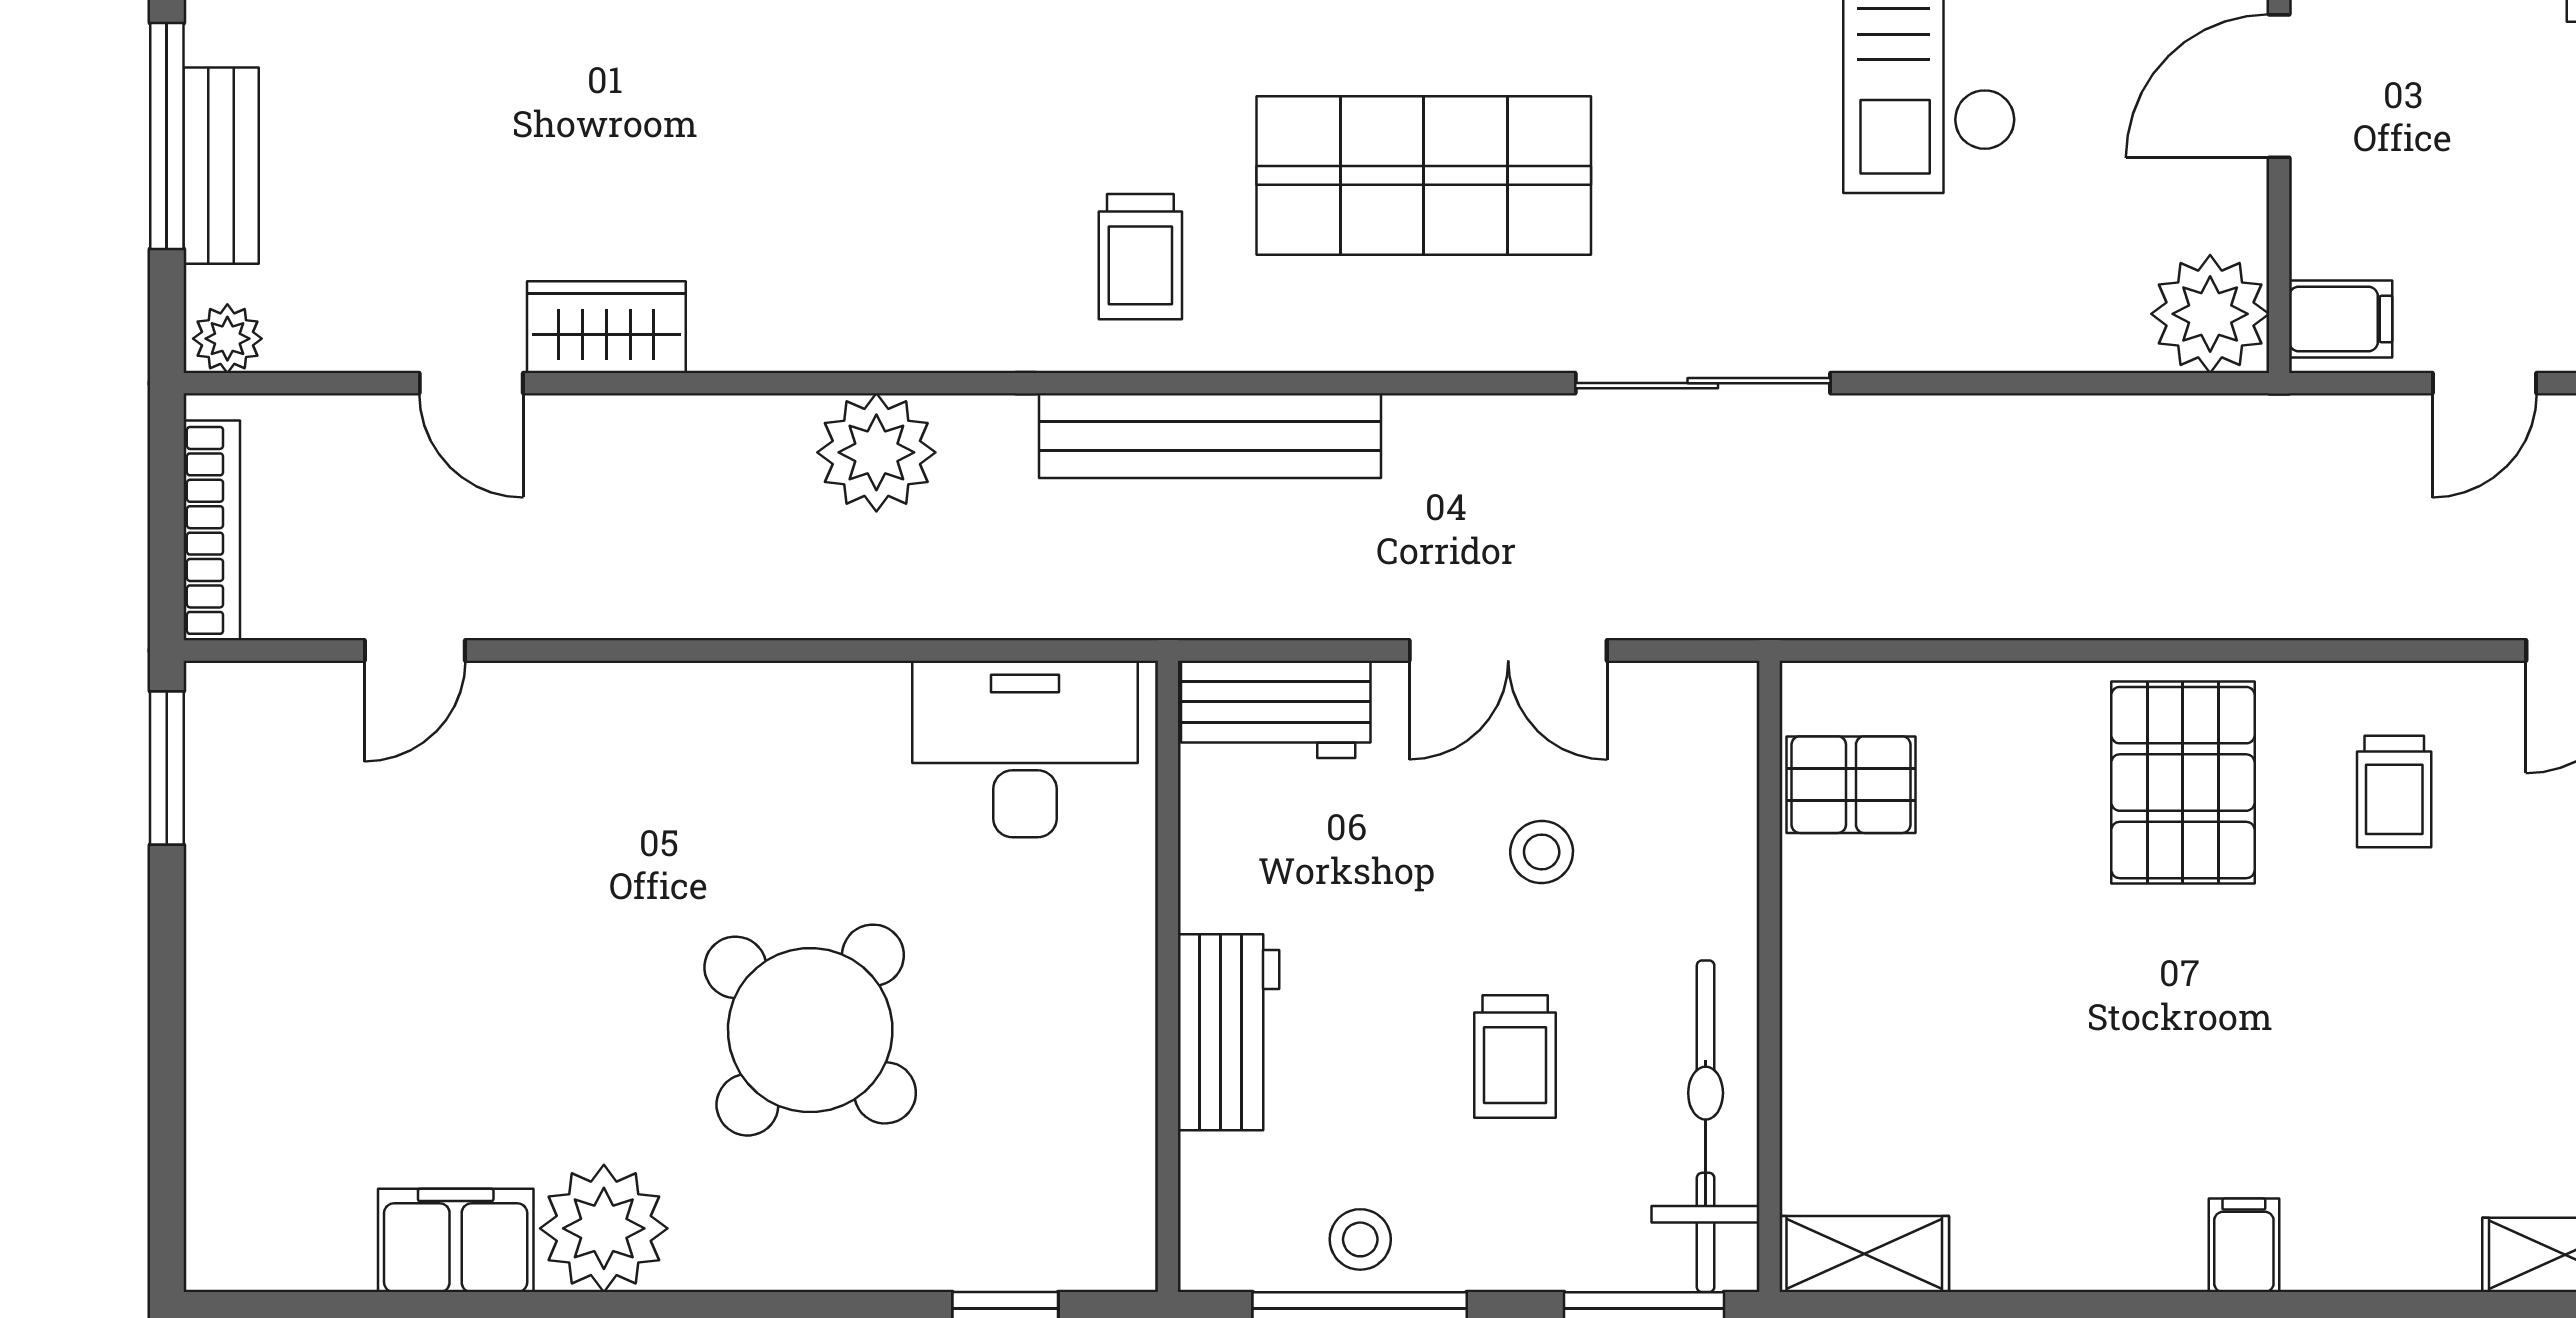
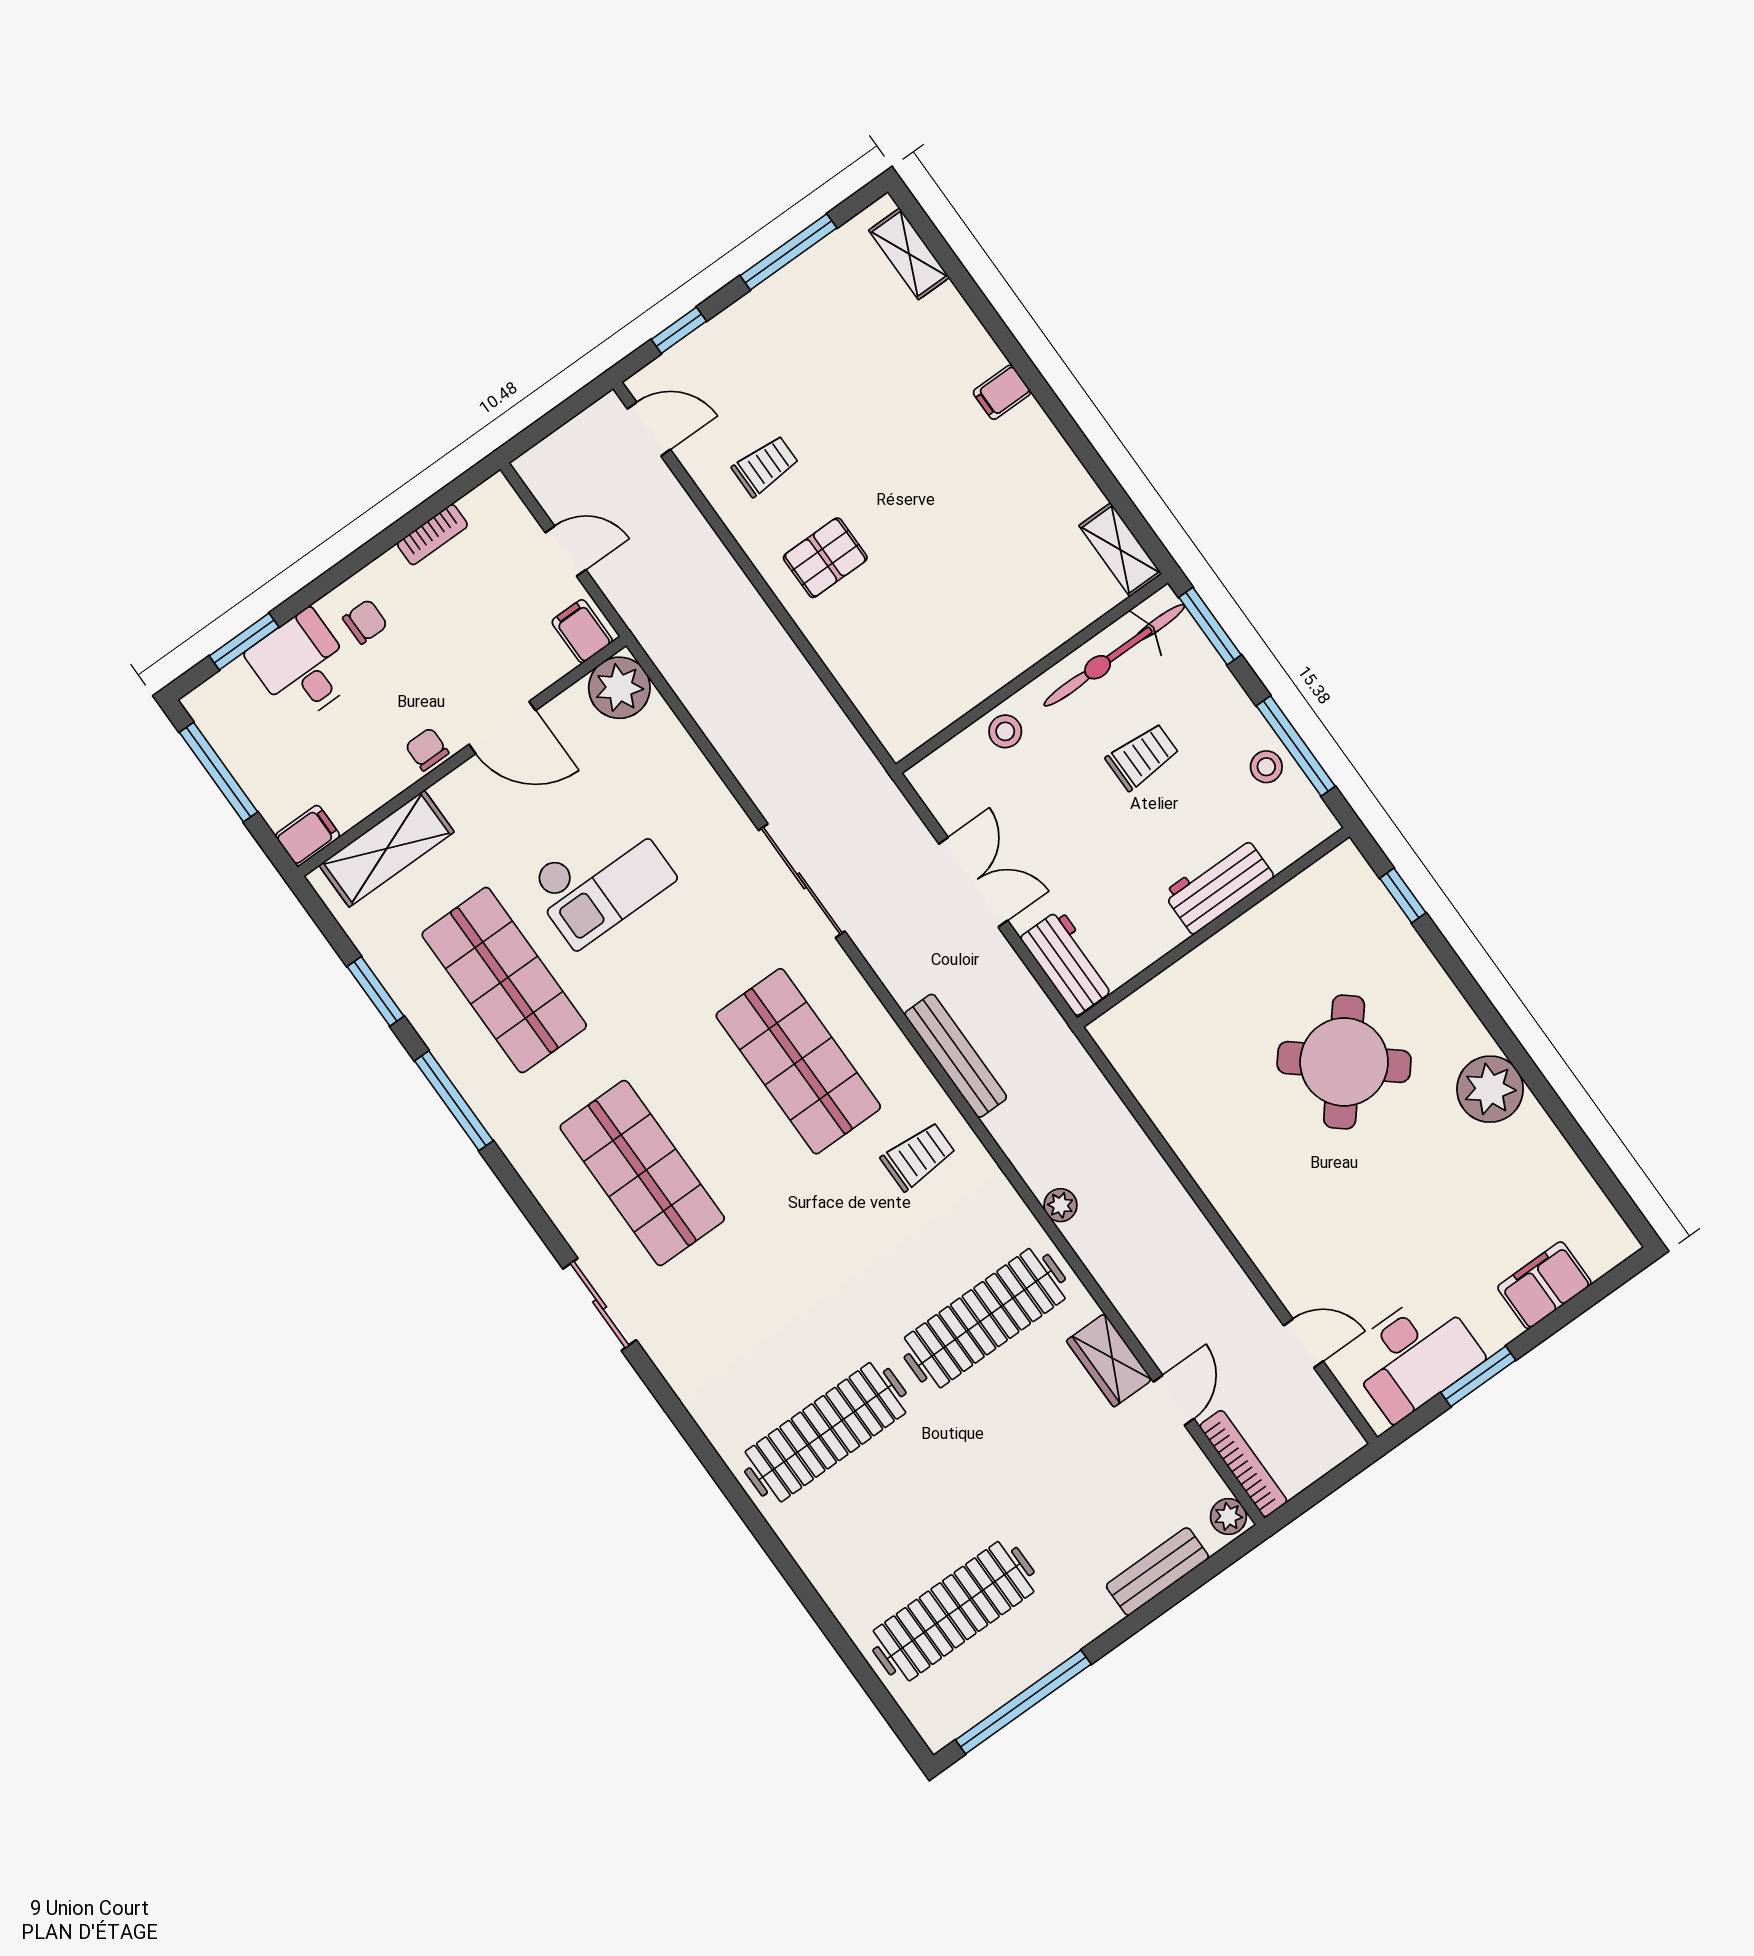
window: (167, 136) -> (1161, 1603), removed
clothes rail: (812, 179) -> (985, 1318), added
bench: (1210, 436) -> (956, 1056), width x0.73, depth x0.82
plant: (876, 452) -> (1060, 1205), width x0.53, depth x0.53
bookcase: (212, 530) -> (1243, 1464), moved, turned 90
desk: (1025, 749) -> (1414, 1355), moved, turned -90
window: (167, 768) -> (1478, 1376), moved
pallet: (2183, 783) -> (825, 558), width x0.67, depth x0.71
pallet: (1851, 785) -> (926, 697), removed
stool: (1542, 852) -> (1005, 731), moved
filing cabinet: (456, 1240) -> (1544, 1285), moved, turned 90

